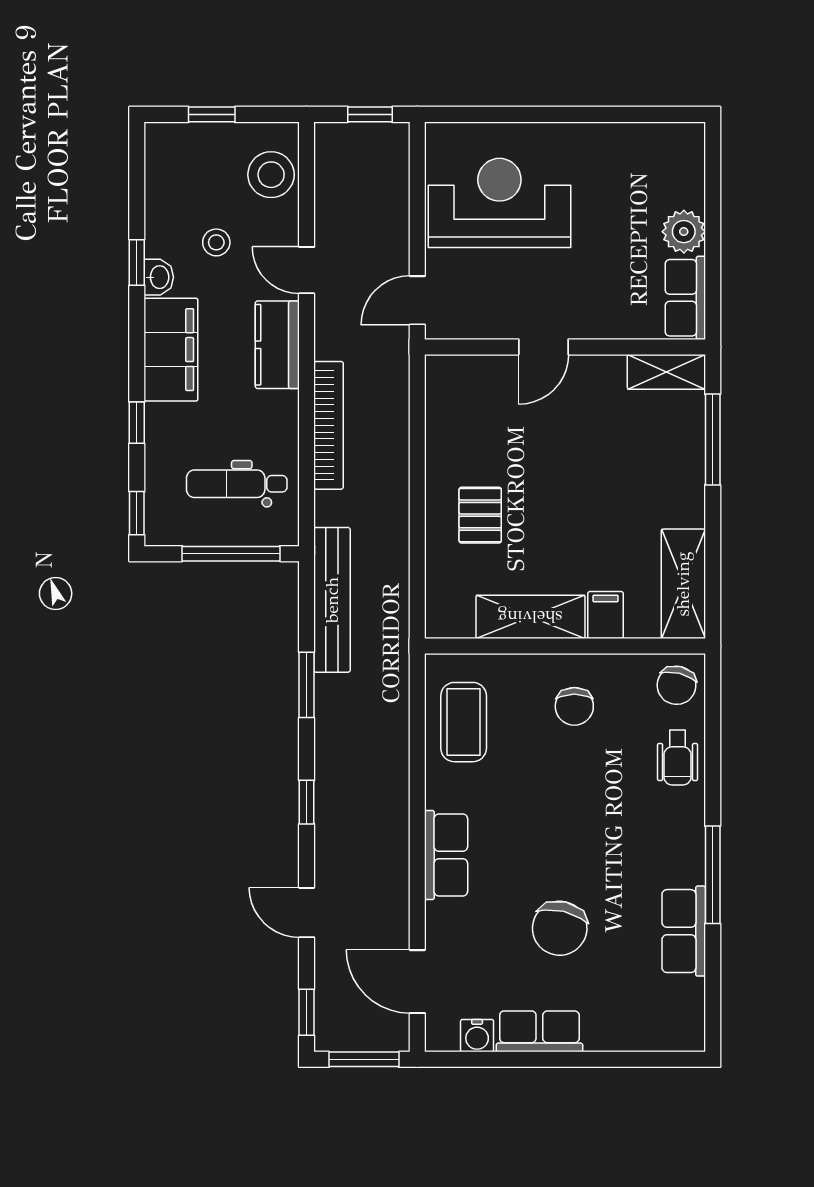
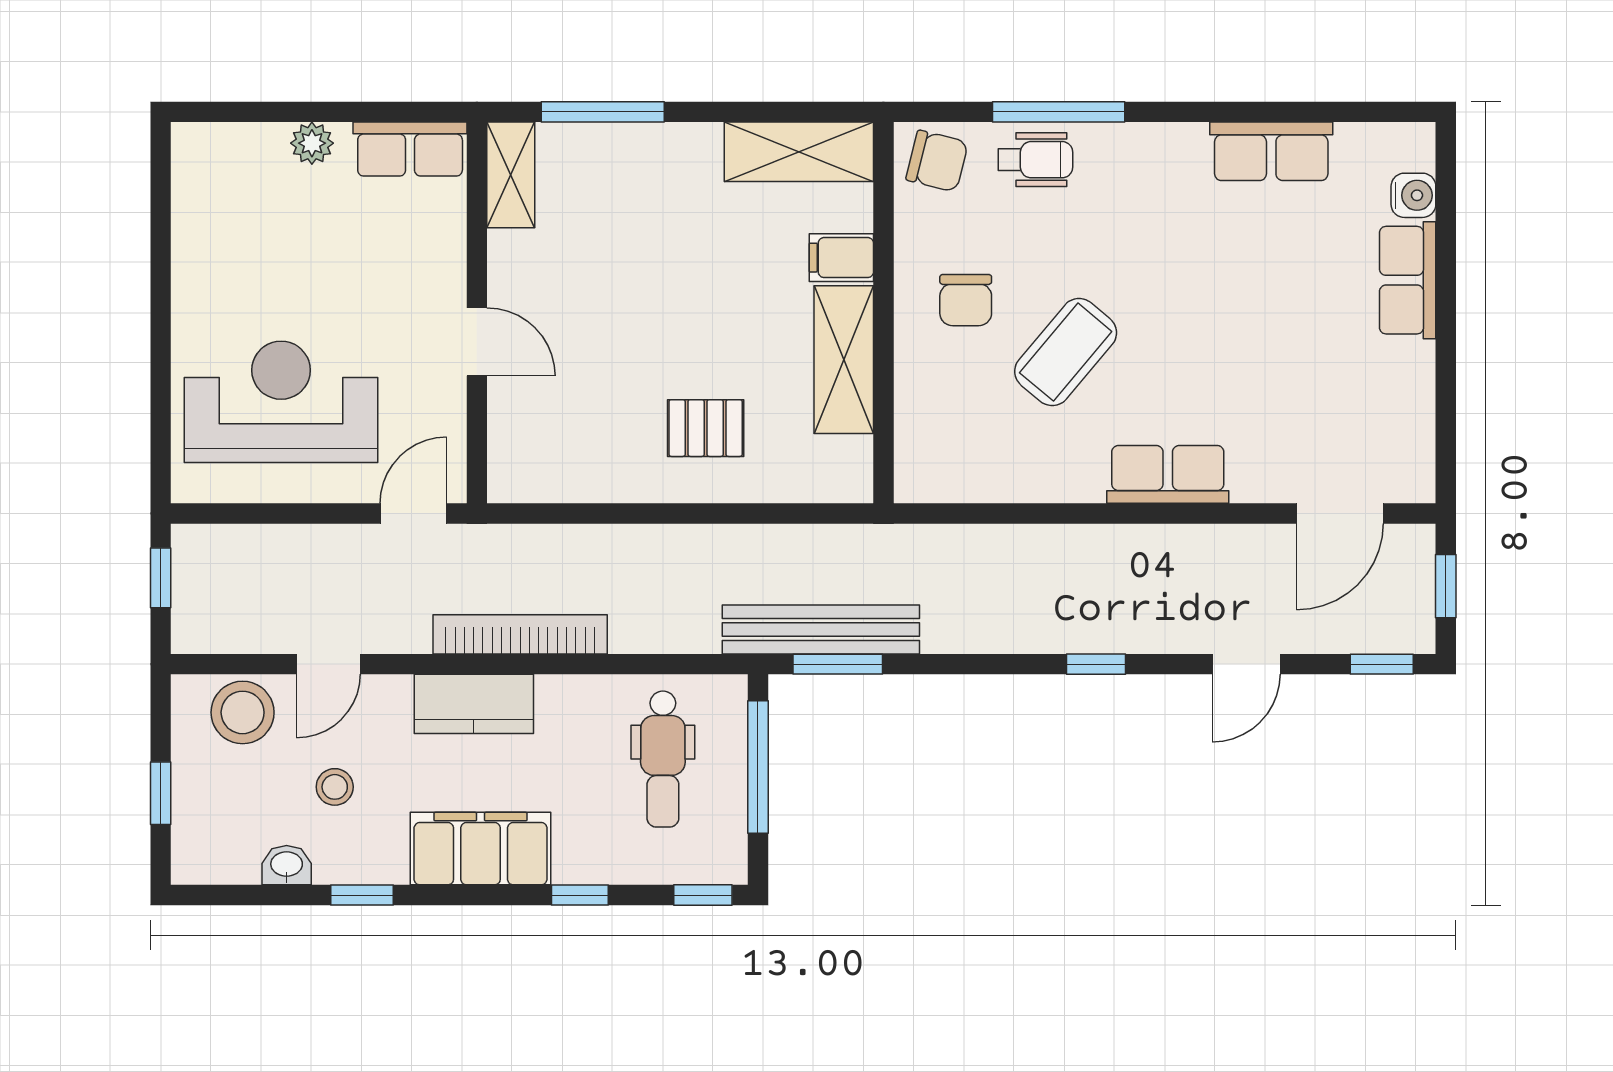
reception desk: (499, 203) -> (281, 402), turned 90
plant: (684, 232) -> (312, 143), width x0.73, depth x0.73
door: (307, 270) -> (328, 664), moved
washbasin: (159, 277) -> (287, 865), moved
door: (417, 300) -> (413, 513), swing flipped
bookcase: (329, 425) -> (520, 634), moved
window: (307, 685) -> (838, 664), moved
chair: (574, 706) -> (966, 300), turned 90
coffee table: (464, 722) -> (1066, 352), moved, turned -50
window: (713, 875) -> (1059, 112), moved
chair: (560, 928) -> (1267, 320), removed
row of seats: (539, 1031) -> (1408, 280), moved
water cooler: (477, 1036) -> (1413, 195), moved
window: (364, 1059) -> (1446, 586), width x0.67

